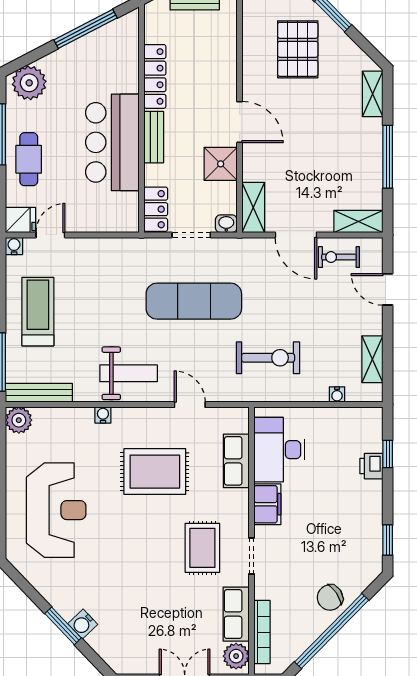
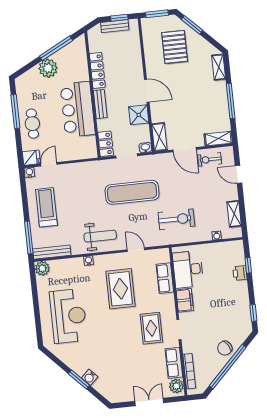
plant: (29, 83) -> (48, 68), moved
rug: (155, 472) -> (121, 289), turned 90

